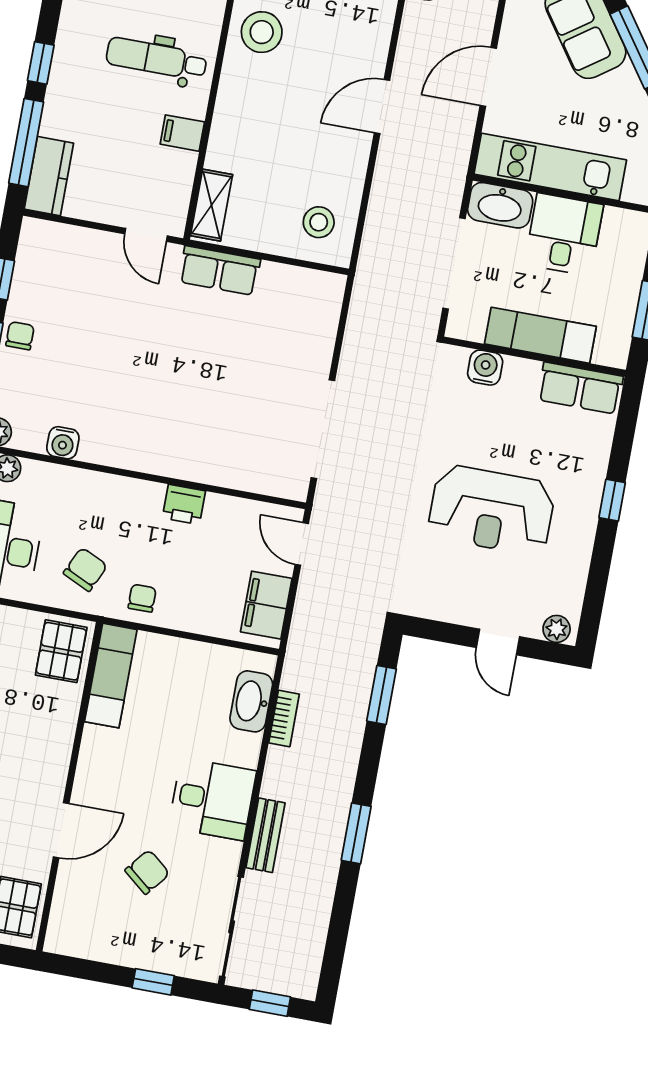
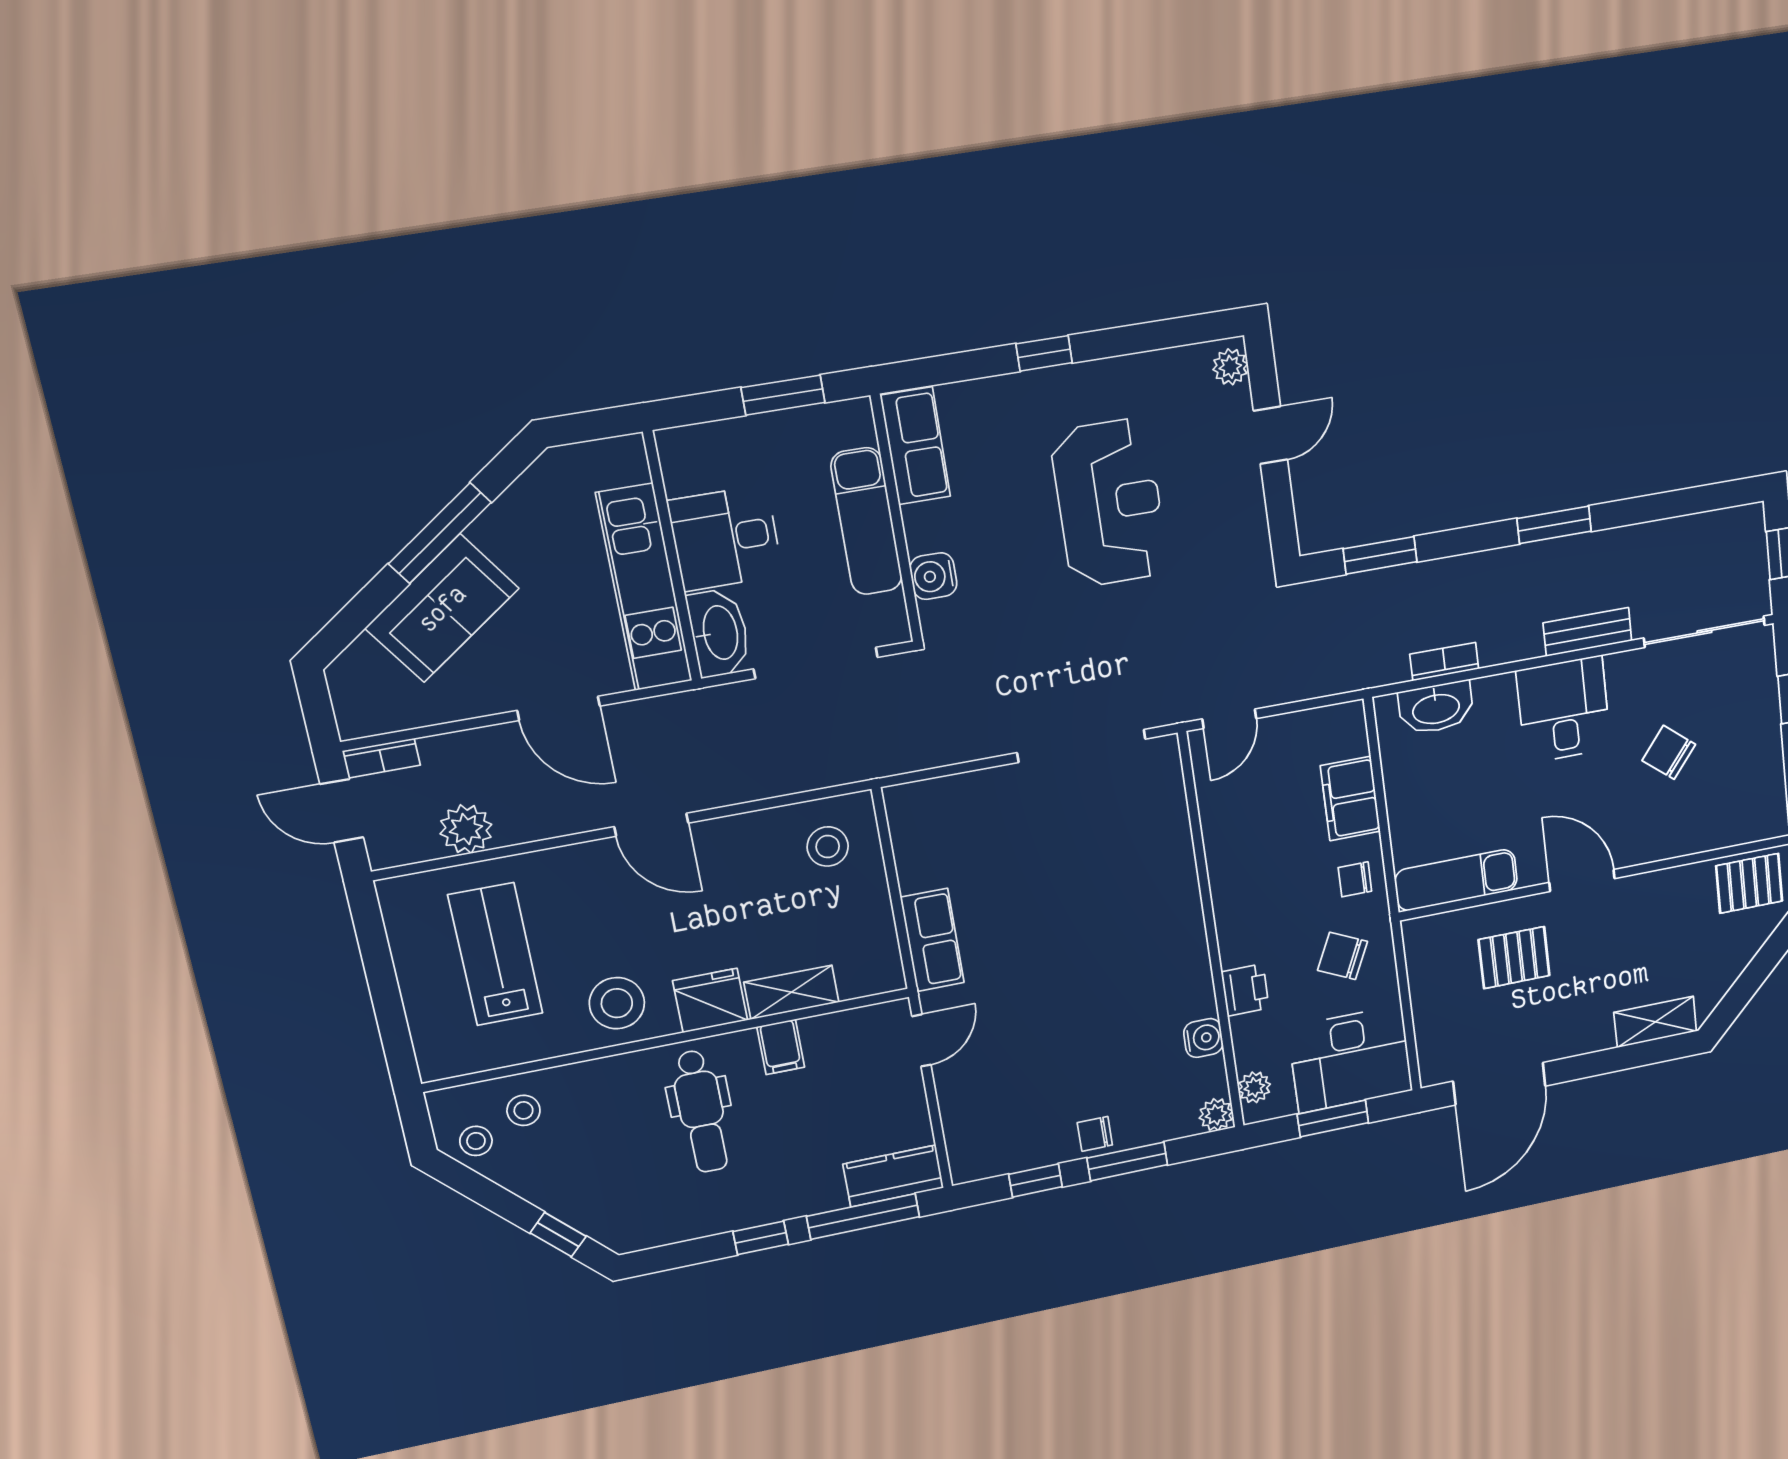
fridge: (237, 97) -> (710, 1000), added
shelving: (212, 205) -> (791, 992), moved
printer: (184, 504) -> (1245, 990), moved
filing cabinet: (266, 605) -> (1350, 799), moved, turned 90
pallet: (61, 651) -> (1514, 958), moved
door: (61, 830) -> (1582, 880), moved

